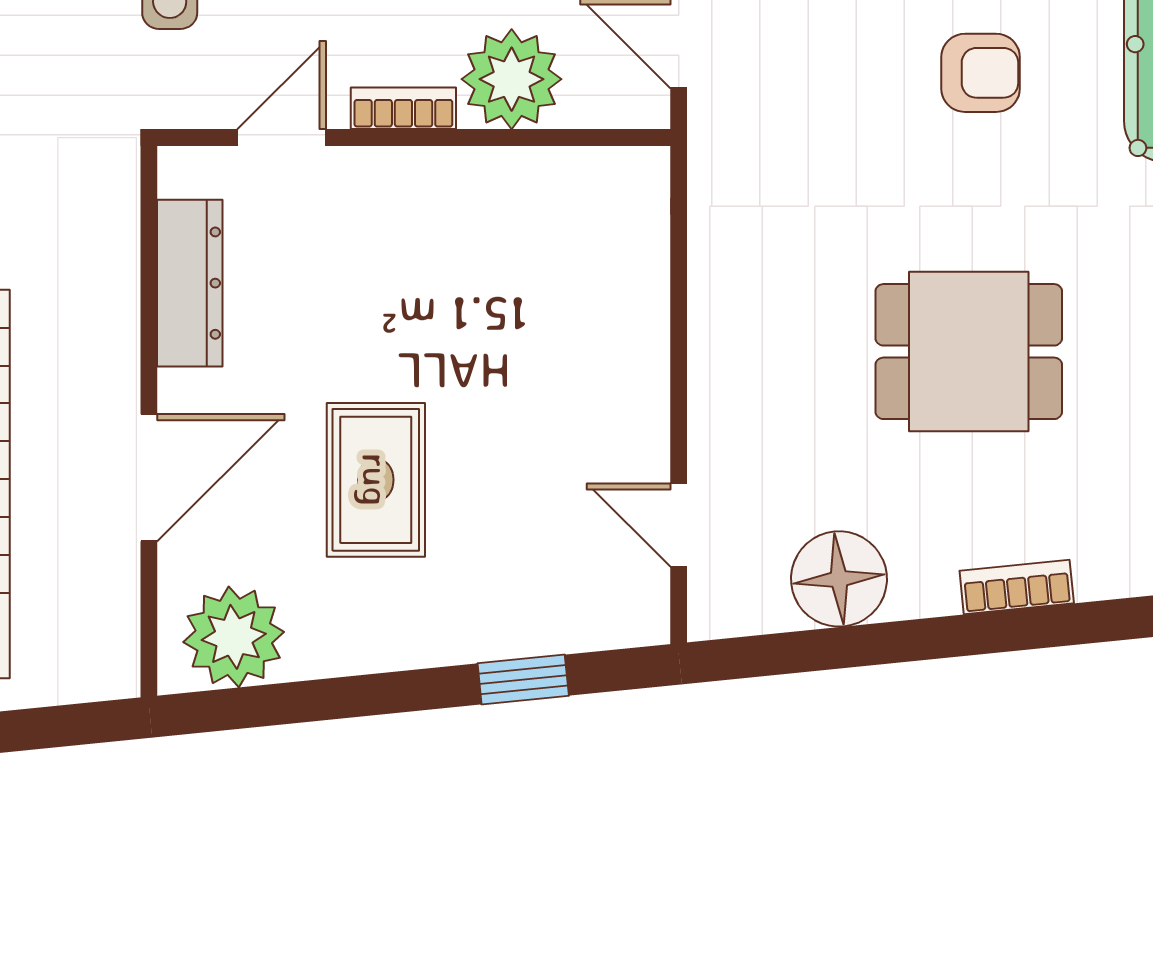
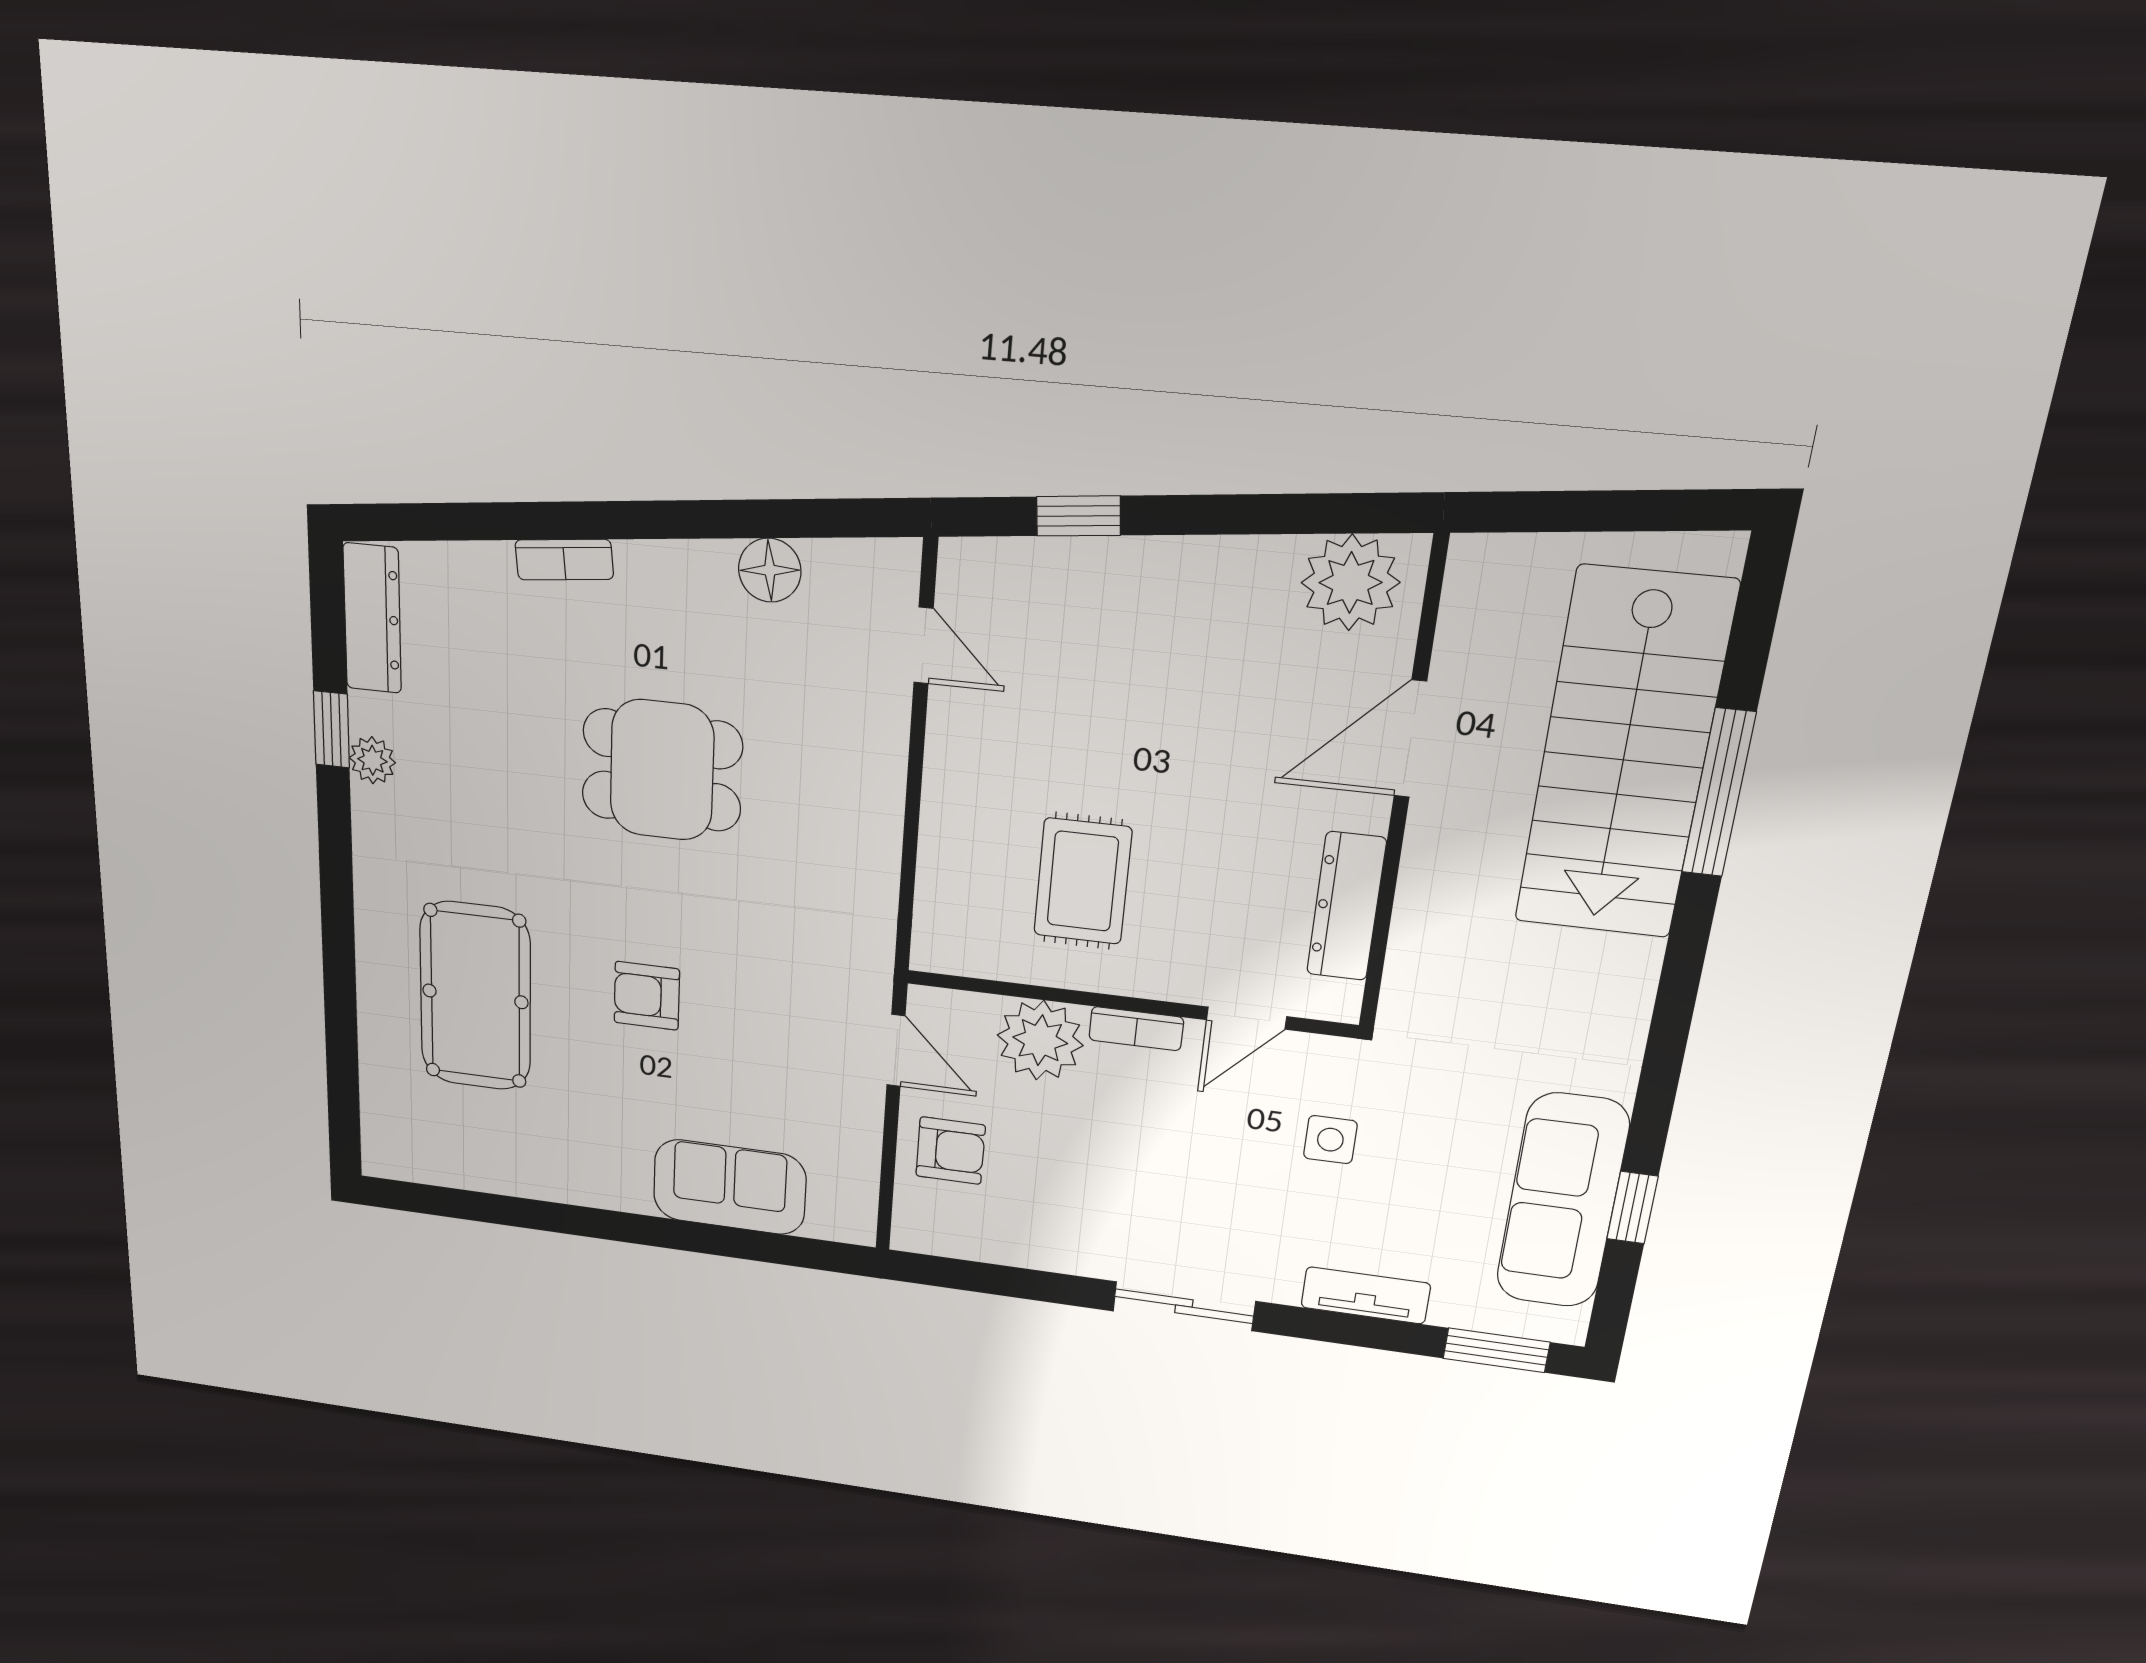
rug: (376, 480) -> (1083, 881), moved
floor lamp: (839, 579) -> (770, 570), width x0.73, depth x0.73
bookcase: (1017, 587) -> (564, 560), moved

